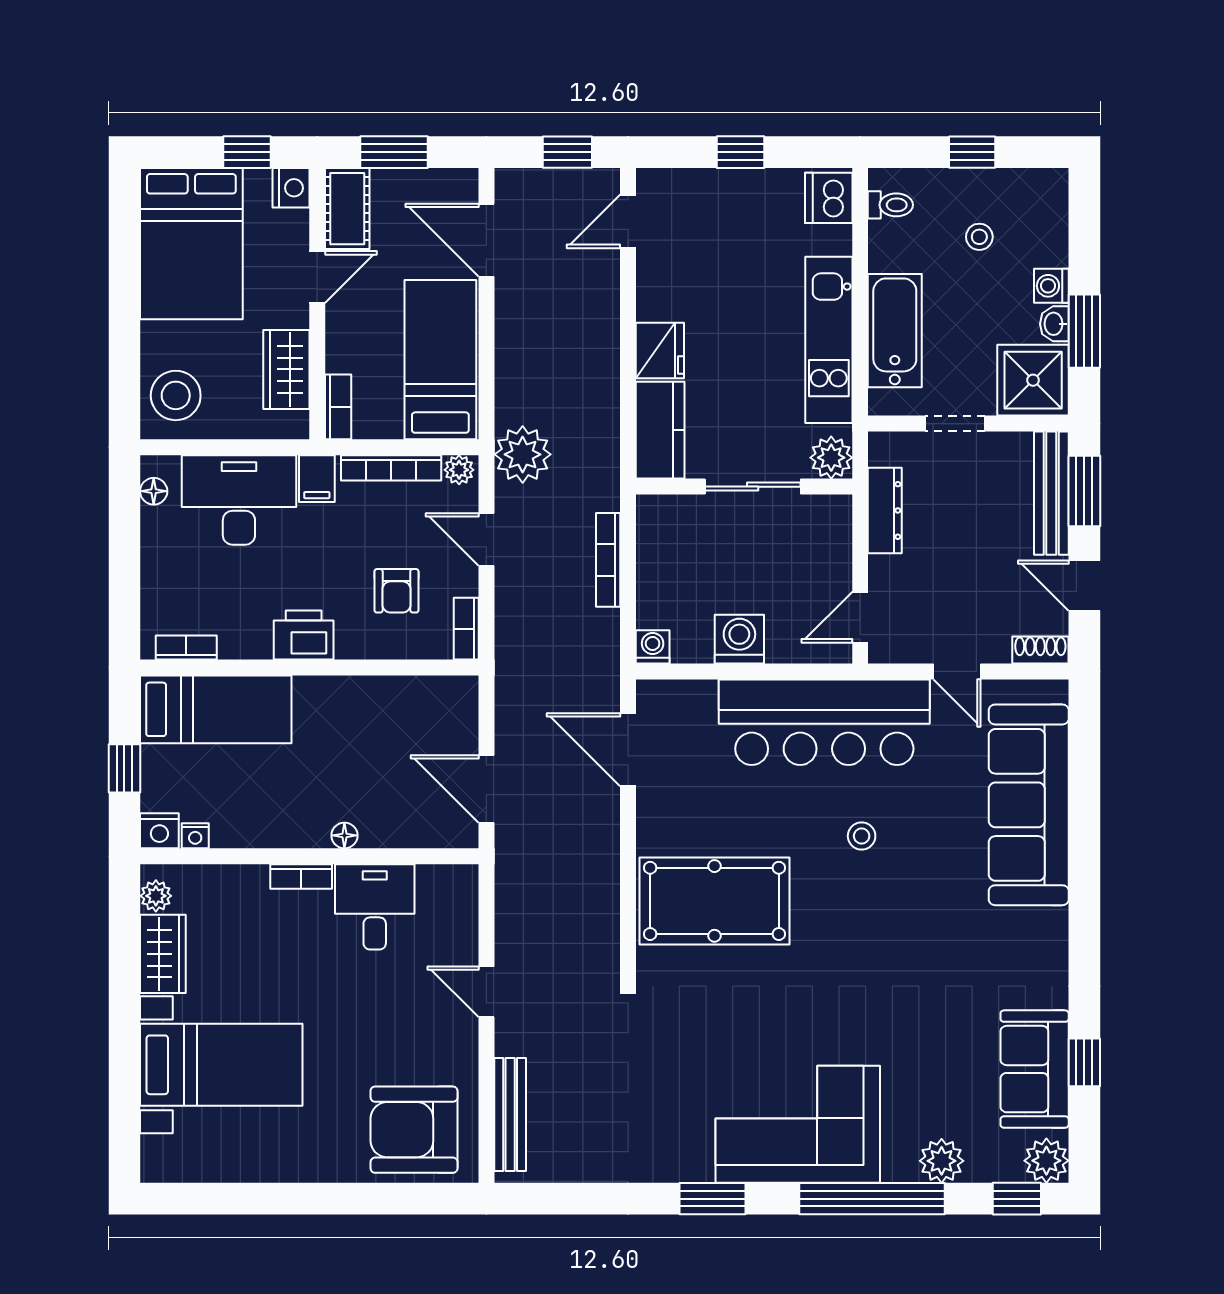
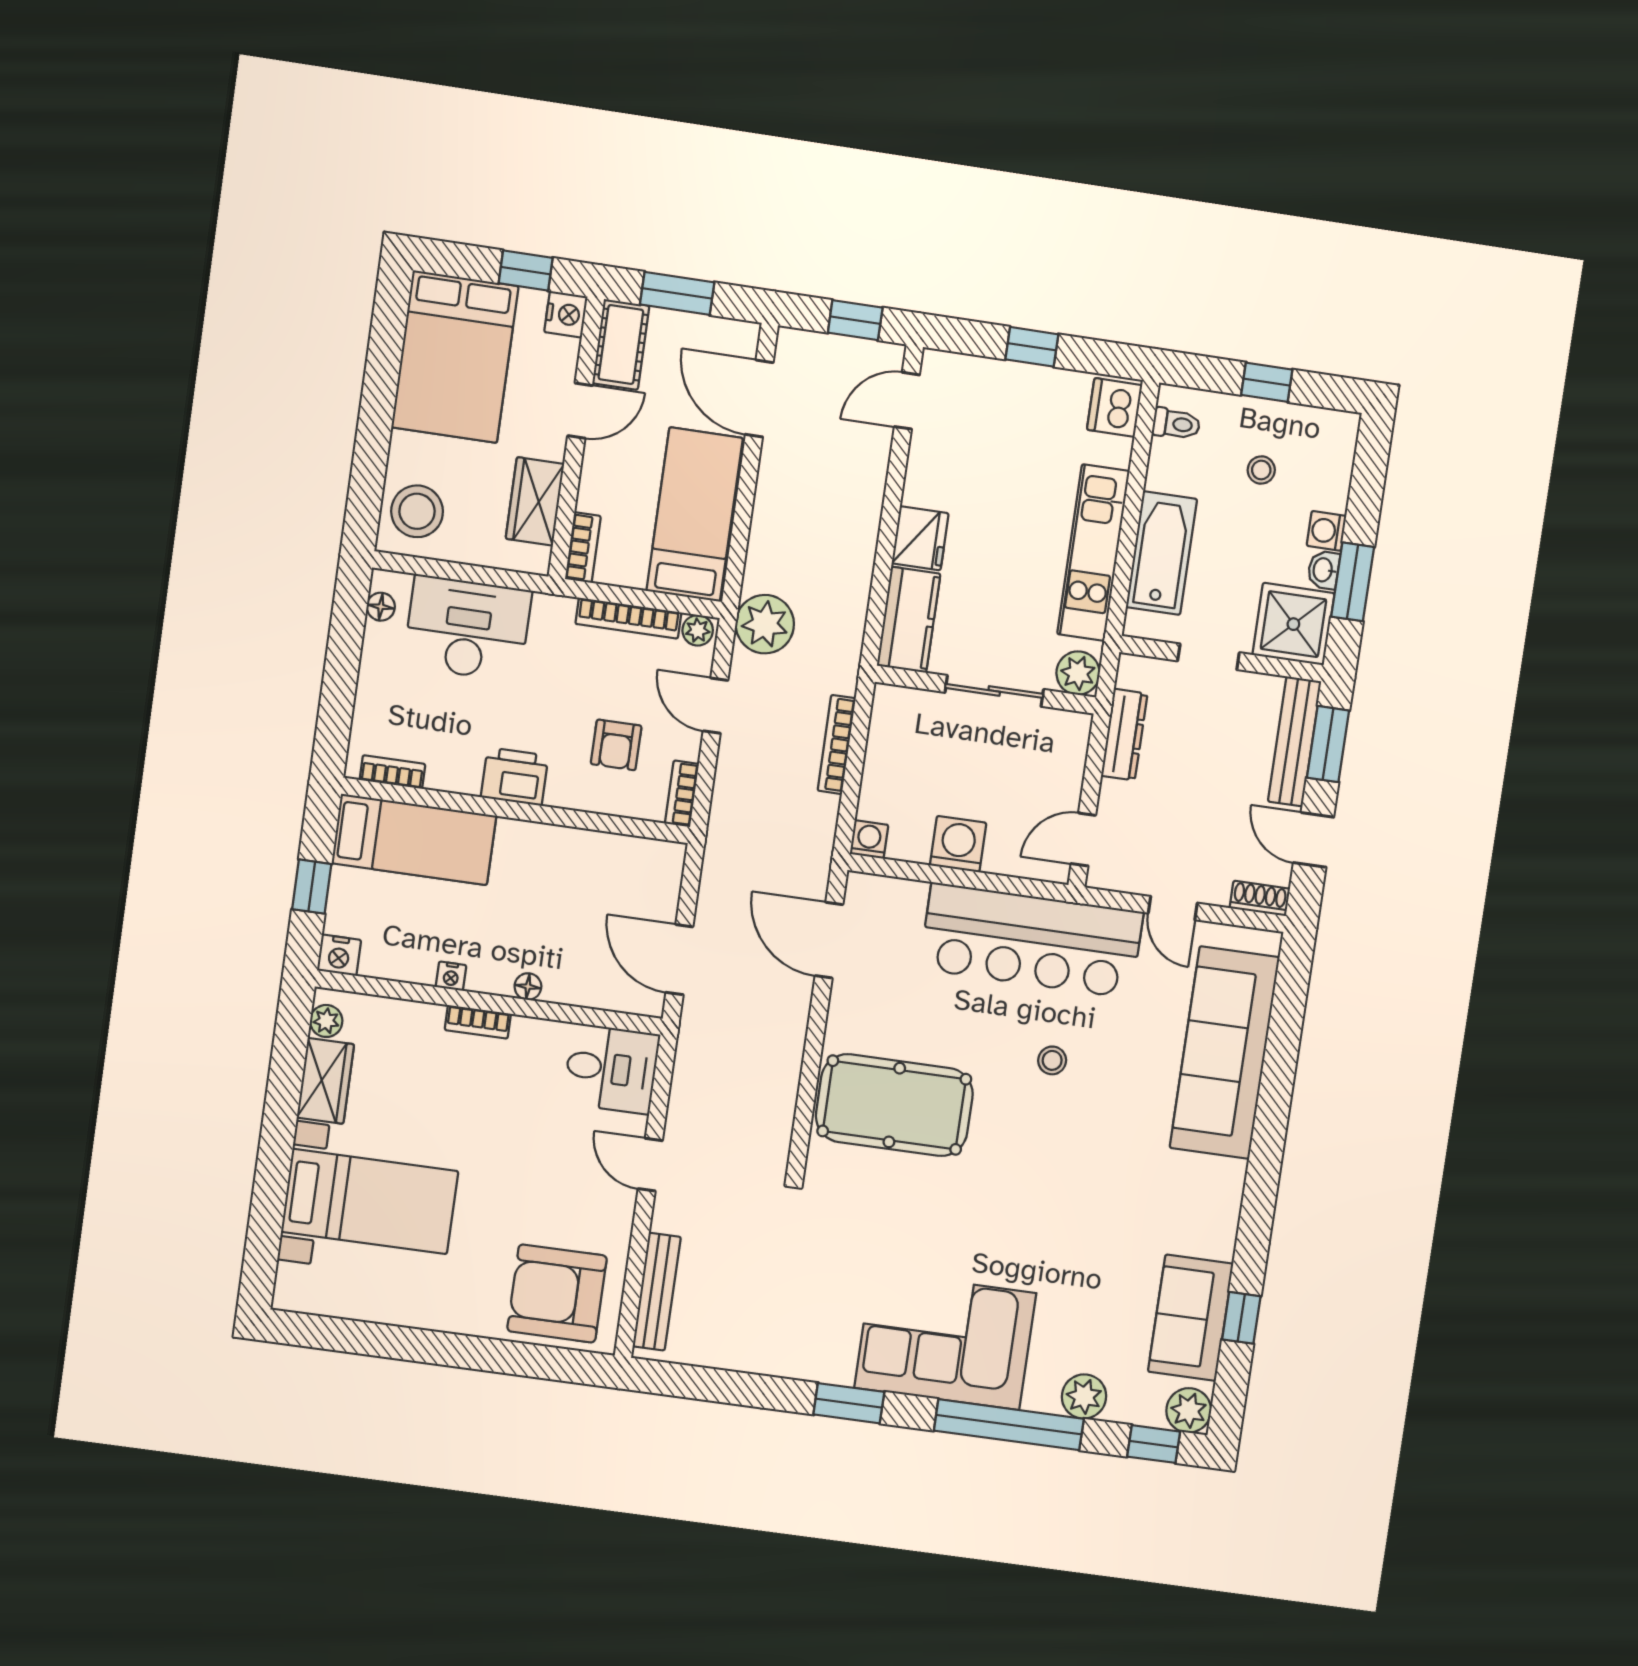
filing cabinet: (317, 479) -> (551, 618), removed
nightstand: (195, 836) -> (451, 976), moved
desk: (375, 907) -> (611, 1069), moved, turned 90

